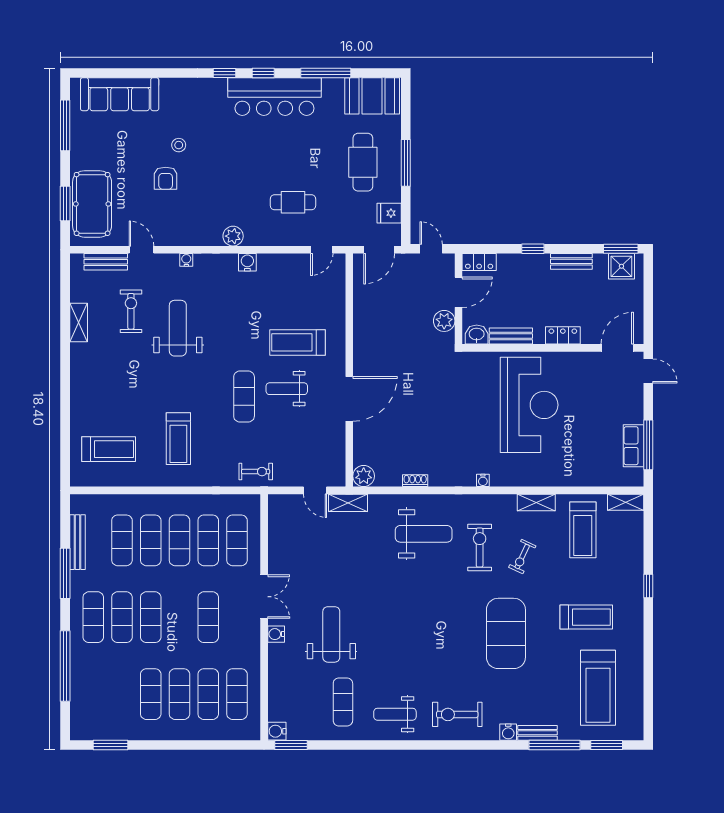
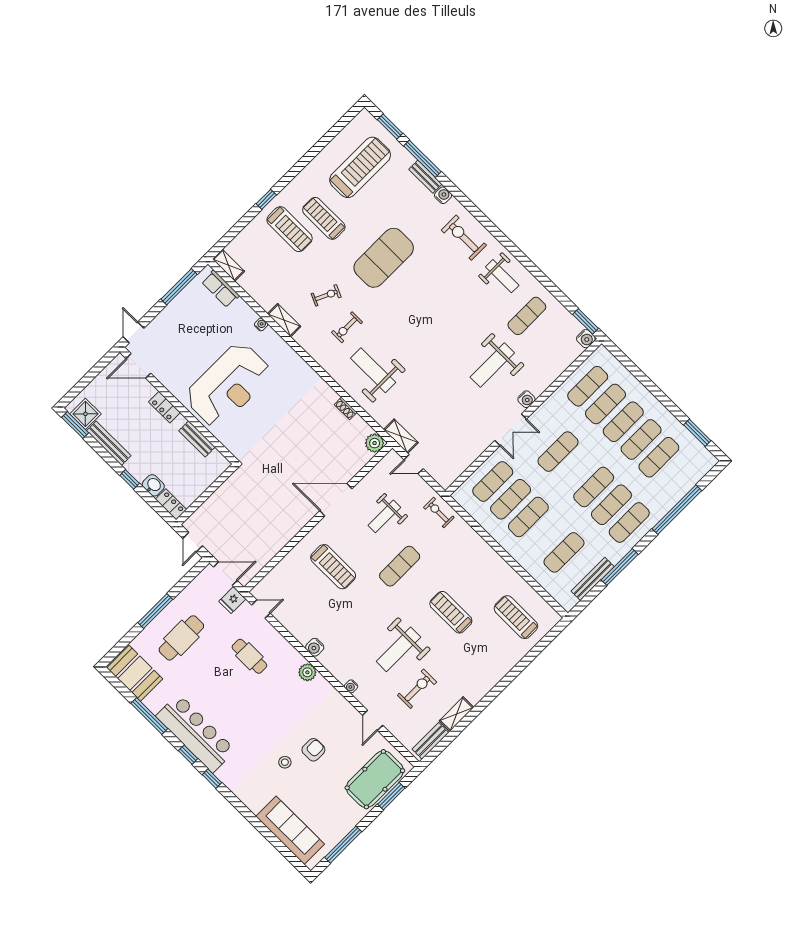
fridge: (389, 213) -> (232, 600), moved, turned 90
bench: (571, 261) -> (109, 443), width x1.36
bench: (106, 262) -> (430, 741), moved, turned 90
door: (458, 292) -> (202, 498), removed
exercise bike: (131, 311) -> (417, 689), turned 180
plant: (444, 321) -> (229, 489), removed
washbasin: (477, 335) -> (153, 485), moved, turned 180
weight bench: (287, 389) -> (384, 516), moved, turned 90
reception desk: (529, 405) -> (228, 385), turned 180
treadmill: (178, 439) -> (451, 612), moved, turned -90
row of seats: (633, 446) -> (220, 289), moved, turned 90
water cooler: (483, 480) -> (261, 324), moved
door: (315, 490) -> (414, 464), swing flipped
treadmill: (583, 530) -> (290, 229), moved, turned 90
exercise mat: (151, 540) -> (659, 457), moved
exercise bike: (480, 547) -> (347, 327), width x0.73, depth x0.72
double door: (264, 597) -> (511, 430), swing flipped
exercise bike: (457, 714) -> (464, 238), turned 180

